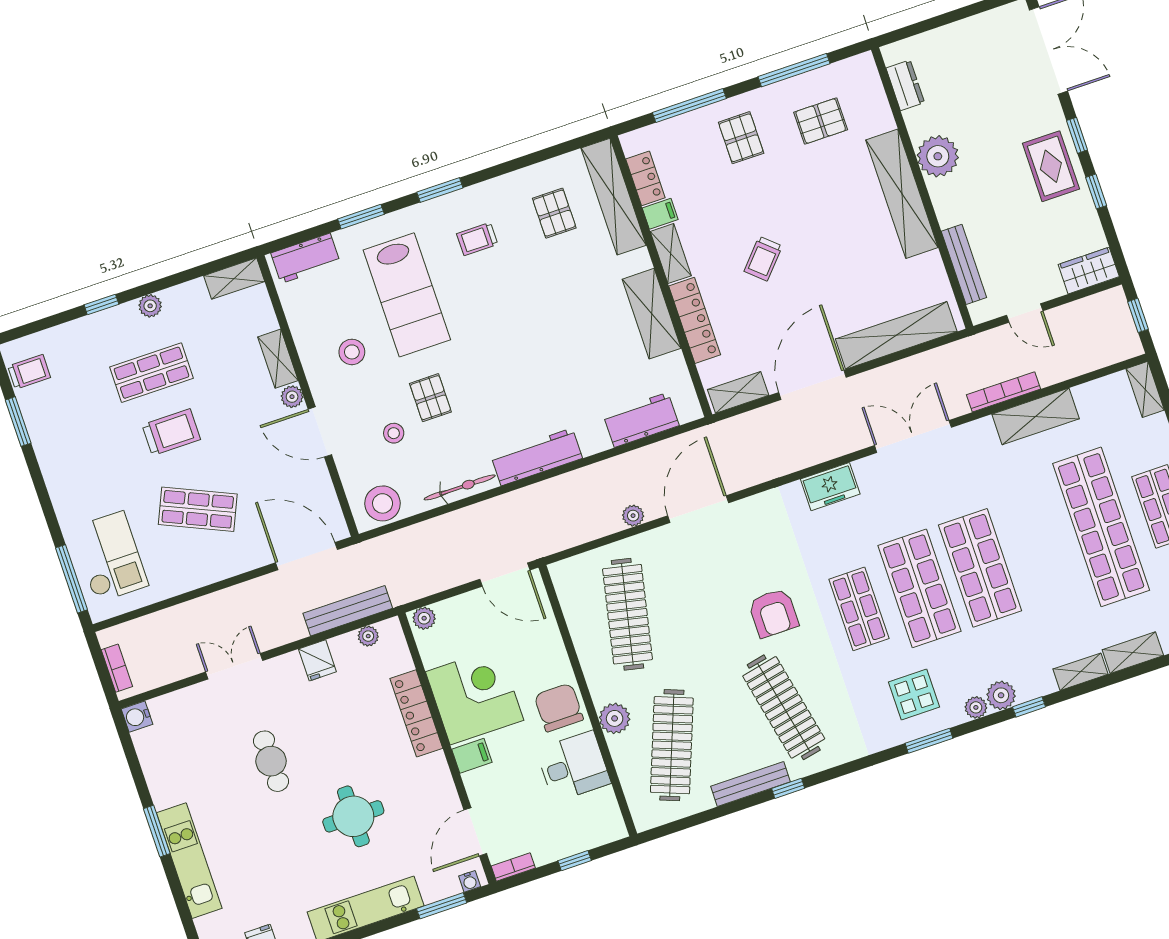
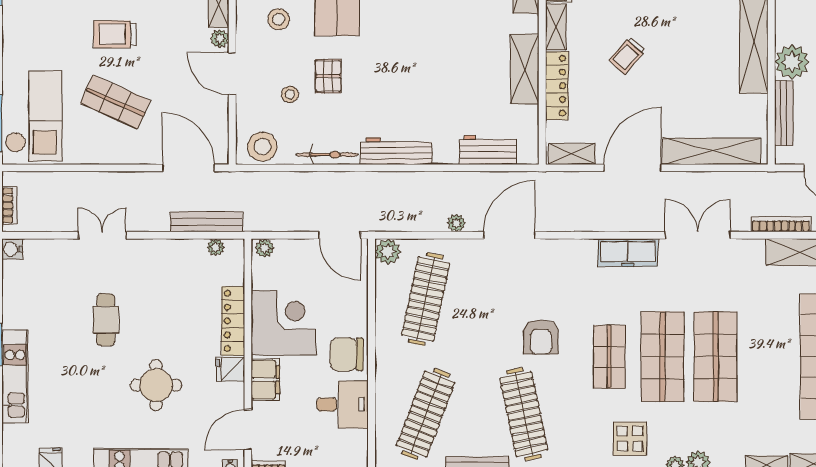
plant: (938, 156) -> (792, 62), moved
trolley: (171, 432) -> (115, 34), turned 180
freezer: (830, 487) -> (628, 253), width x1.40
checkout: (110, 557) -> (33, 116), width x1.36, depth x1.21
fridge: (317, 660) -> (230, 369), moved, turned 90
chair: (559, 708) -> (347, 354), turned -90
plant: (615, 718) -> (388, 252), moved
filing cabinet: (472, 756) -> (265, 380), width x2.00

